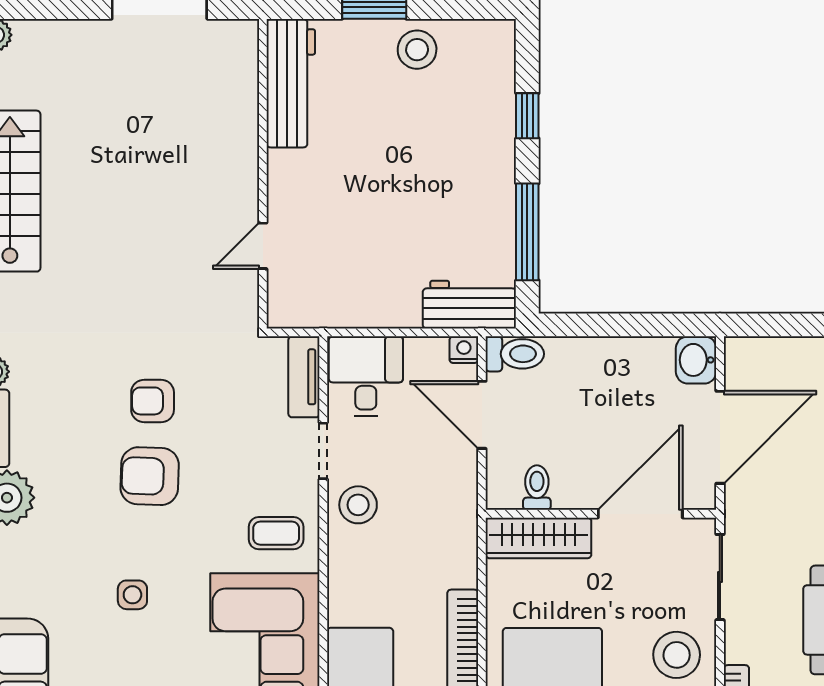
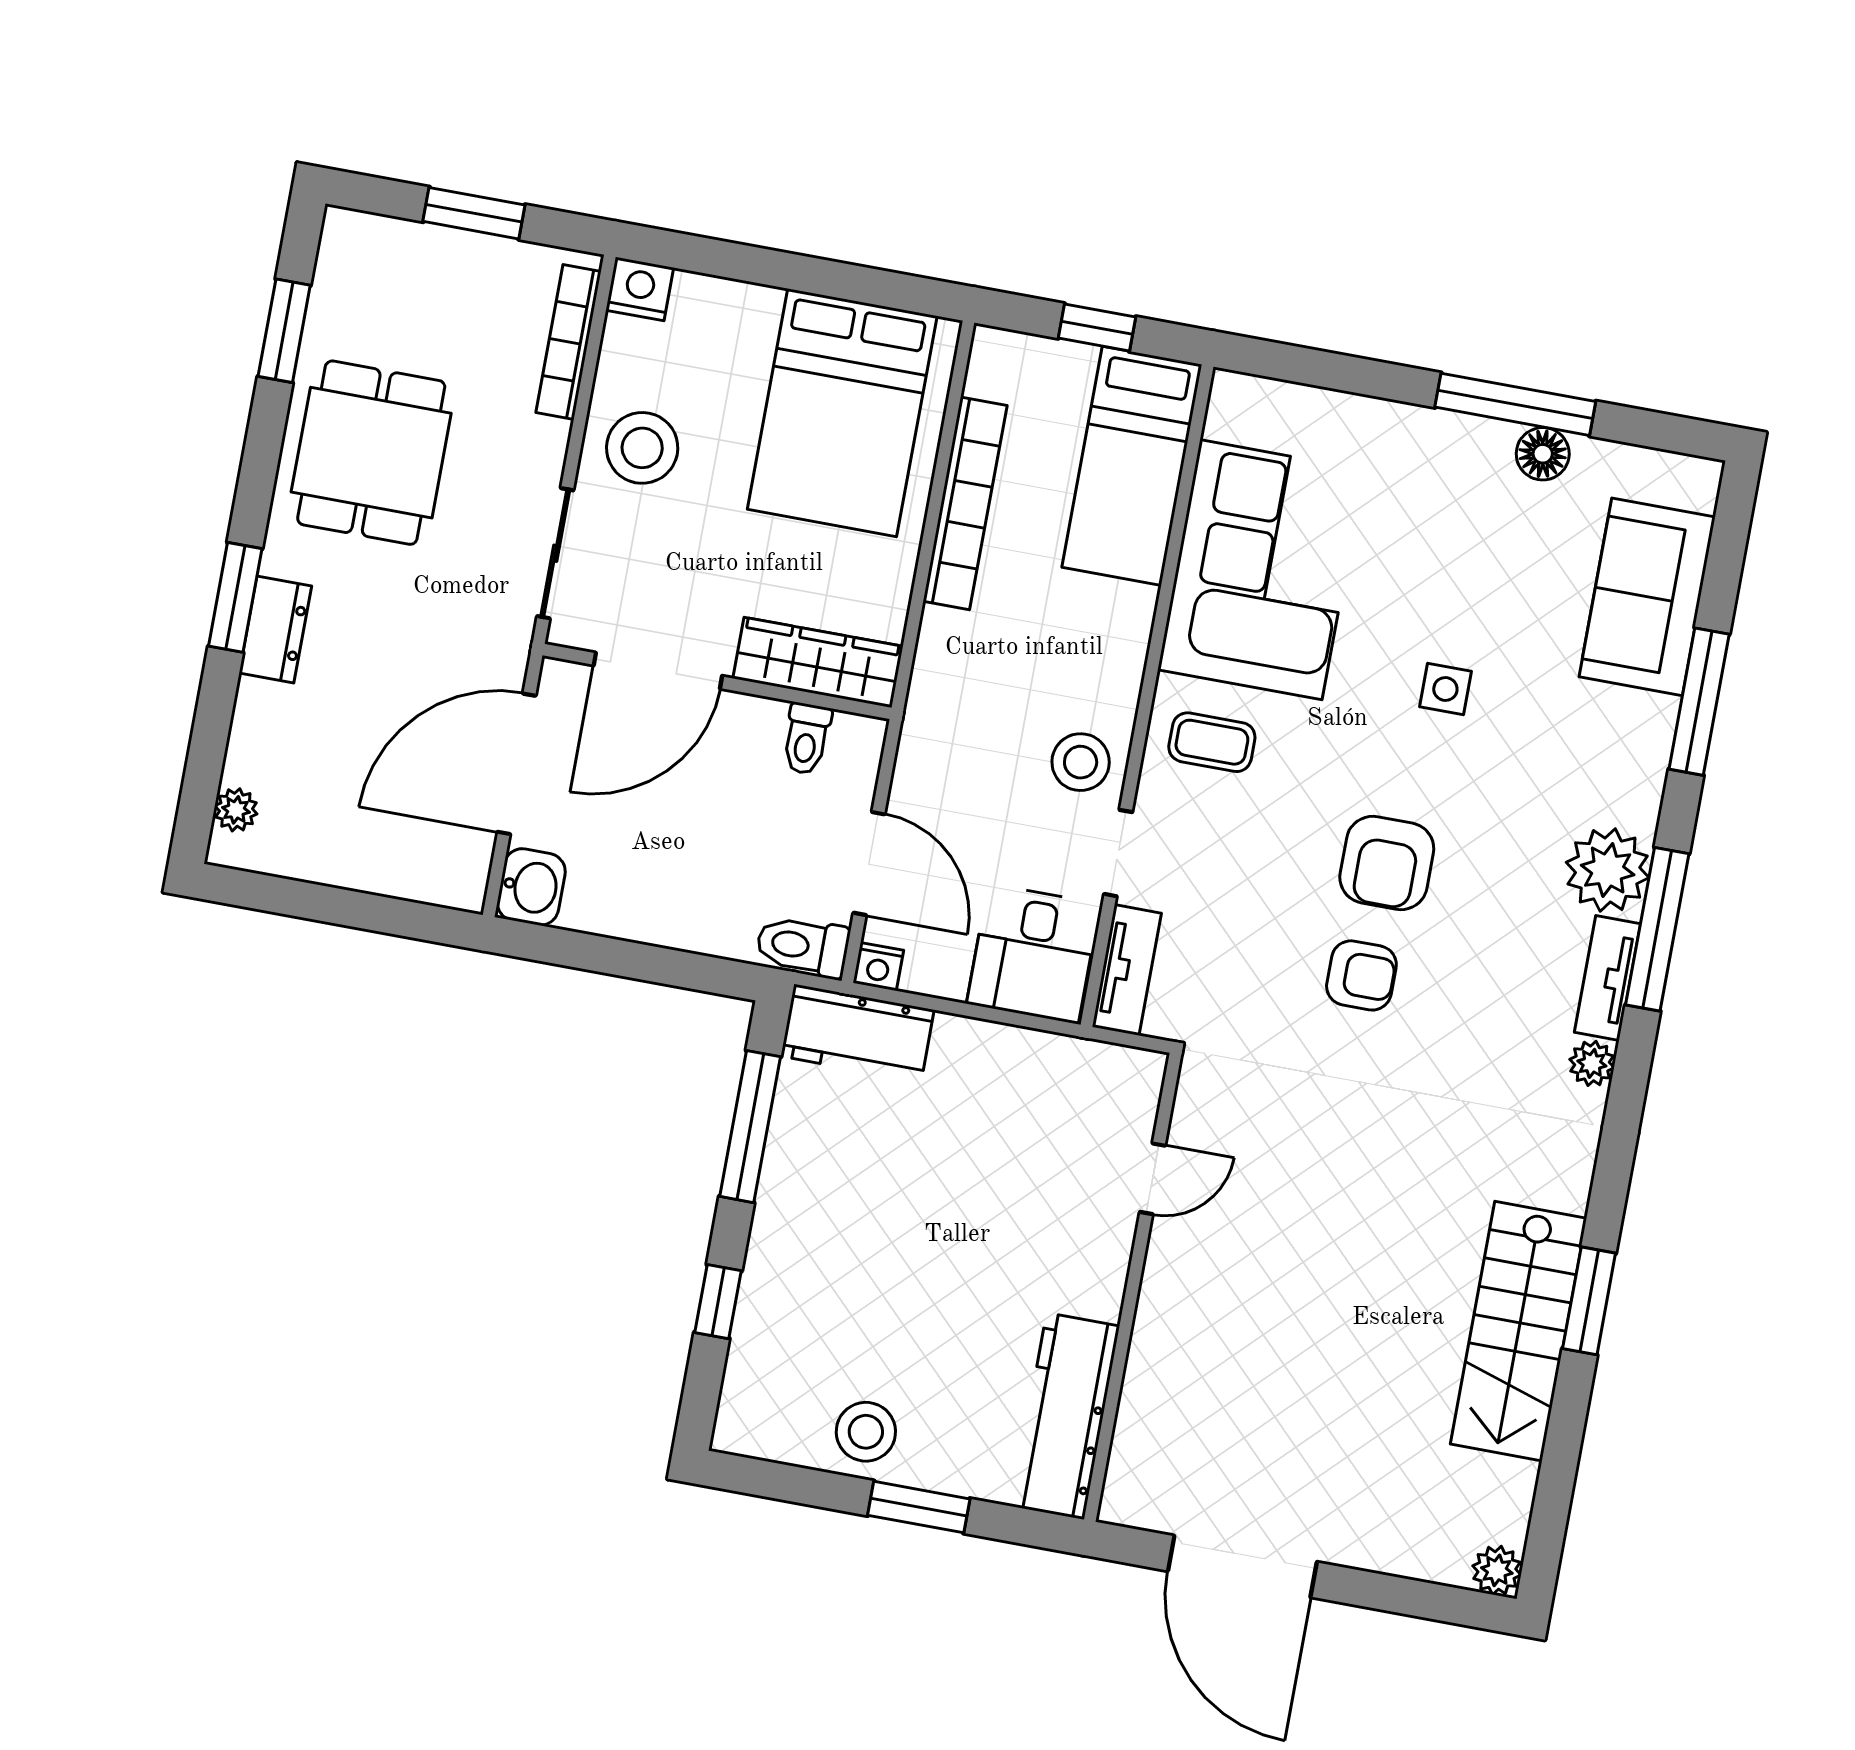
armchair: (150, 476) -> (1387, 863), turned 88

